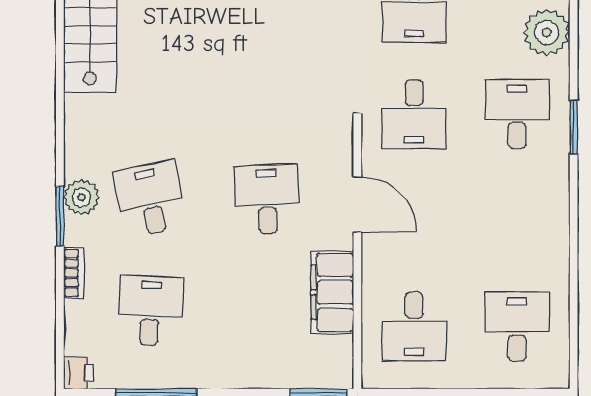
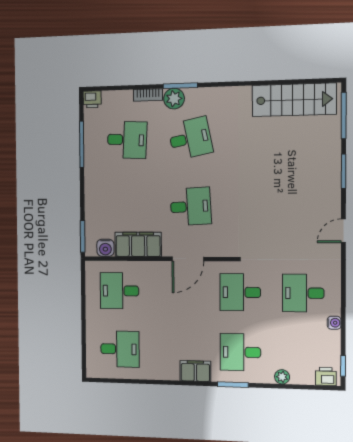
plant: (547, 32) -> (282, 377), width x0.53, depth x0.53
desk: (517, 114) -> (240, 352), turned 180
filing cabinet: (552, 192) -> (195, 371), added
plant: (82, 197) -> (174, 99), moved
water cooler: (338, 351) -> (105, 248), added

